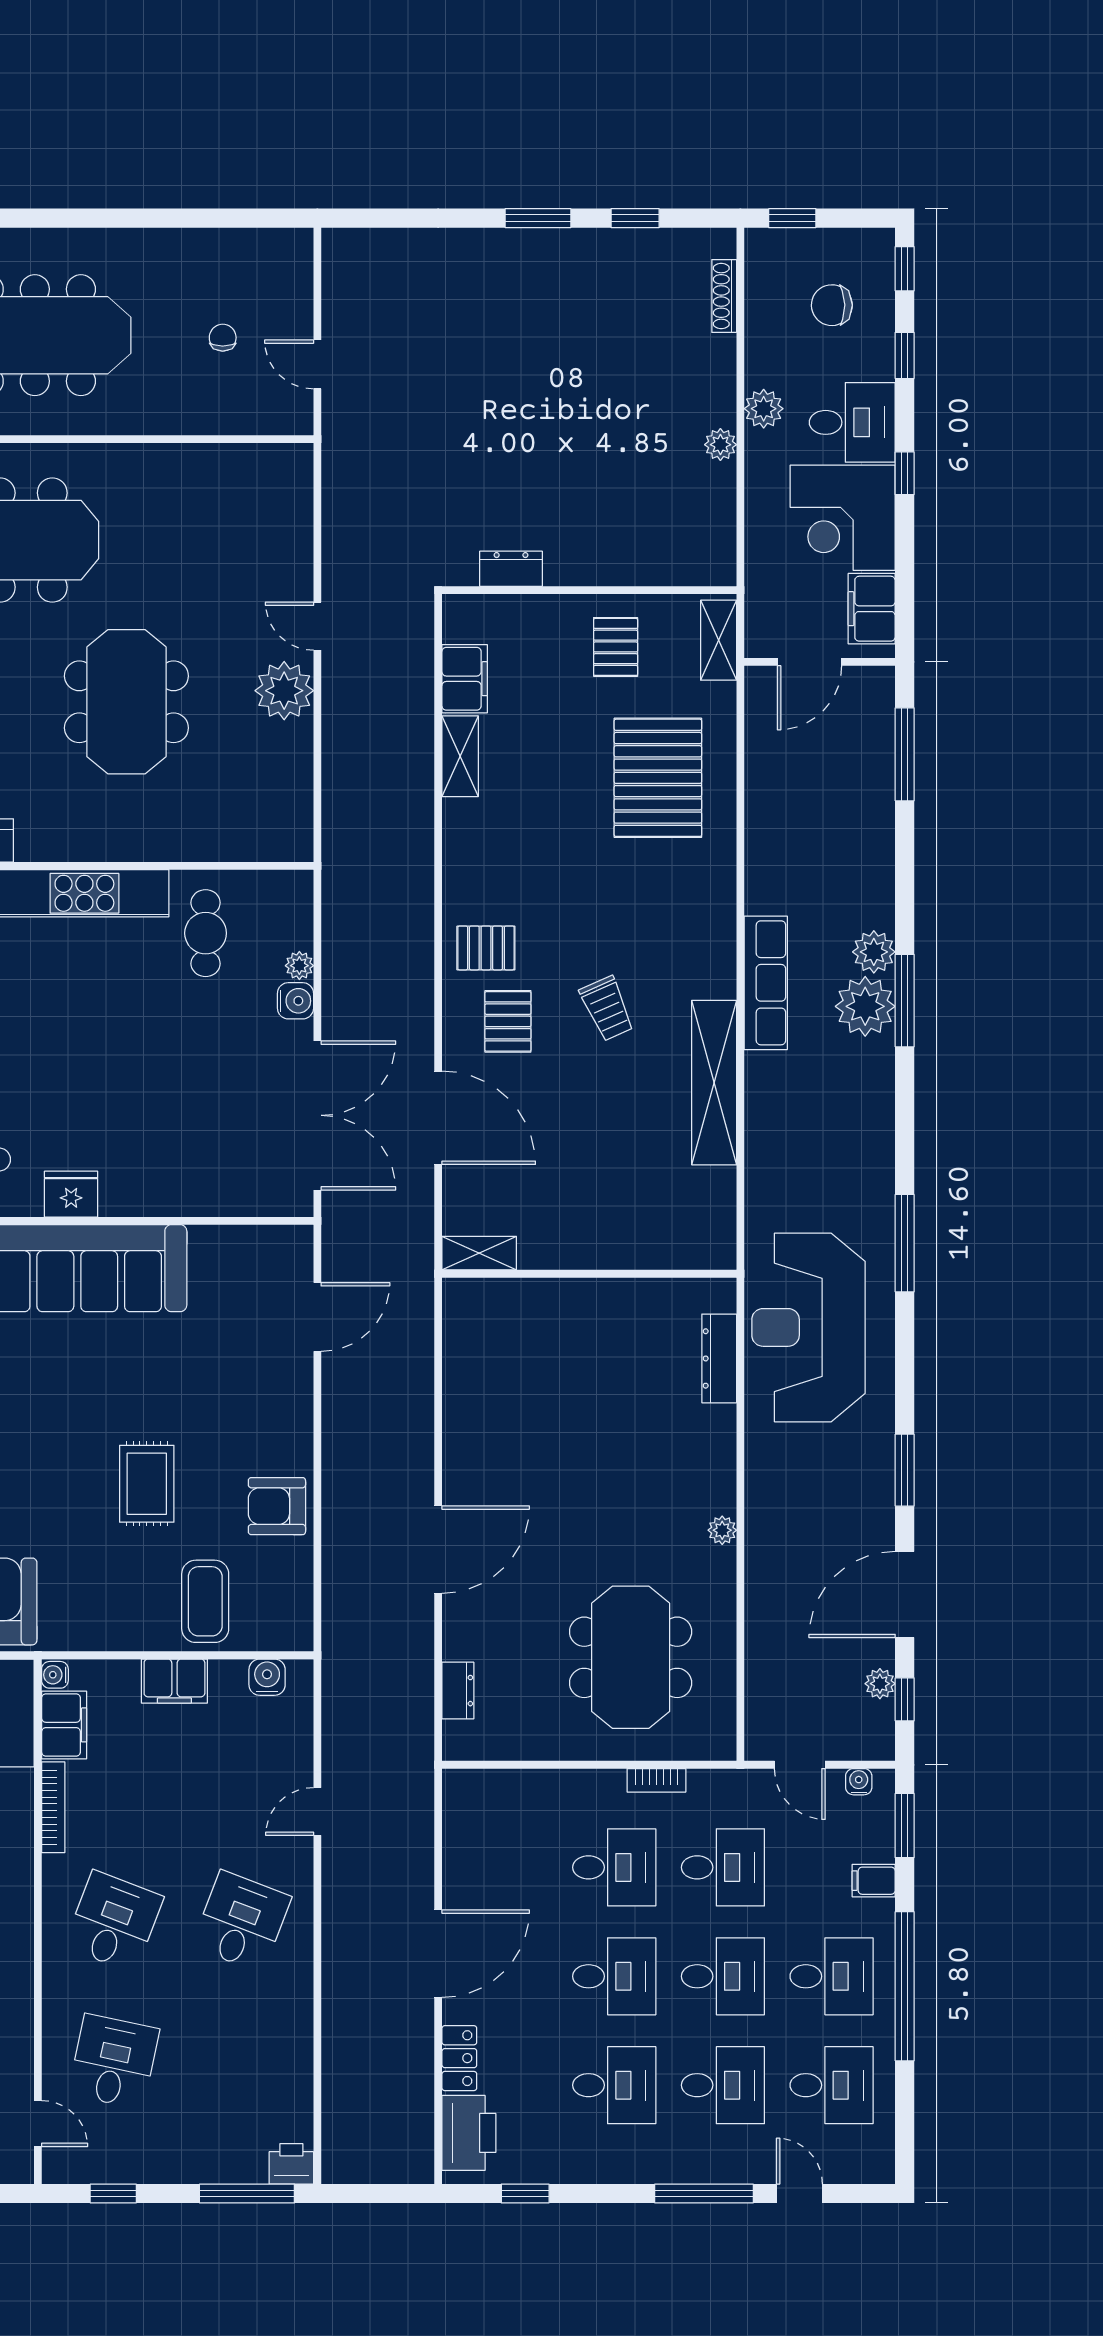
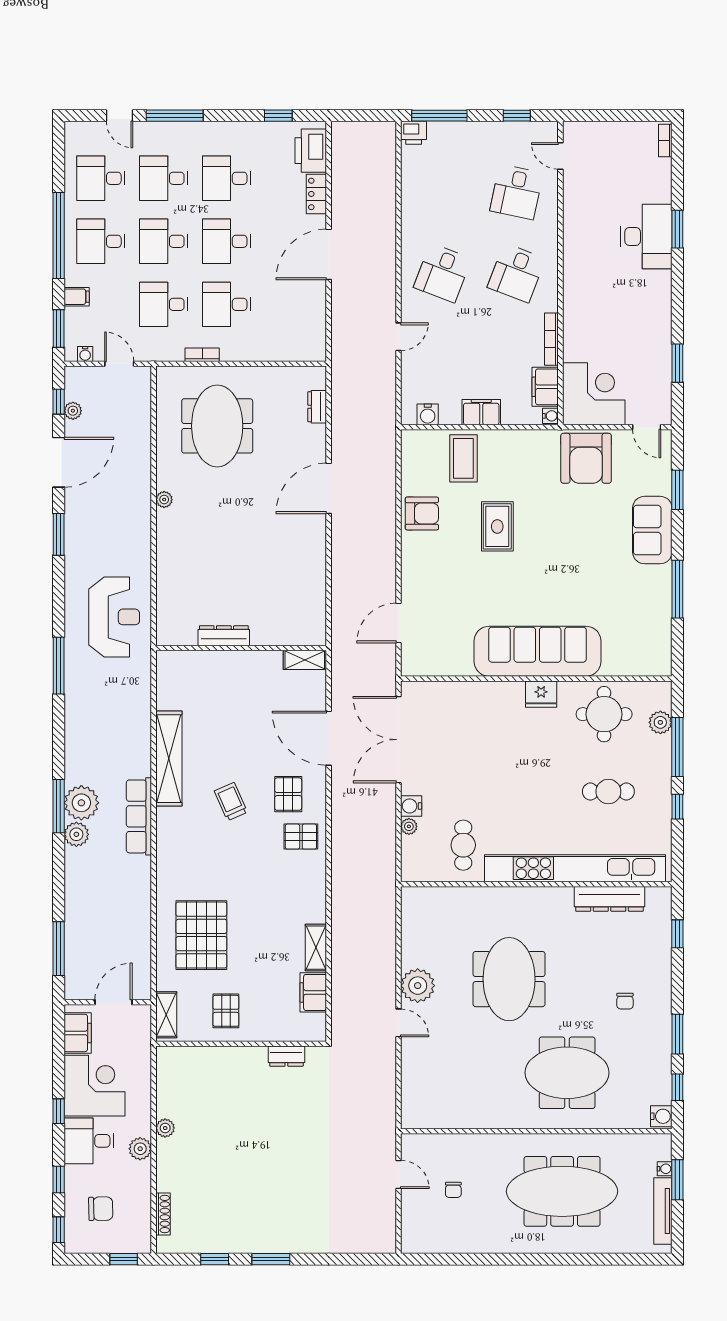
reception desk: (808, 1327) -> (114, 617), width x0.74, depth x0.77
dresser: (719, 1358) -> (224, 636), moved, turned -90

